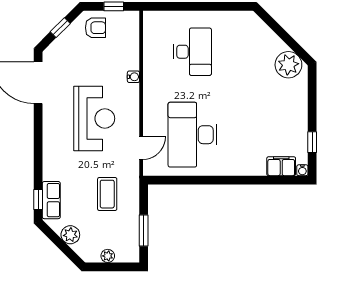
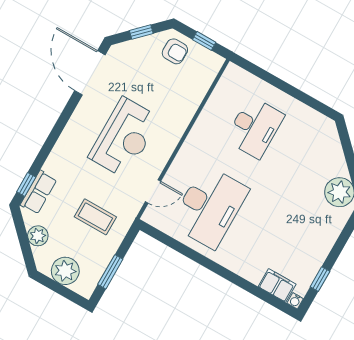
water cooler: (133, 77) -> (185, 119), removed
desk: (193, 135) -> (210, 207), turned 180
coffee table: (107, 194) -> (95, 217), turned 90
plant: (108, 256) -> (65, 271), width x1.87, depth x1.87

